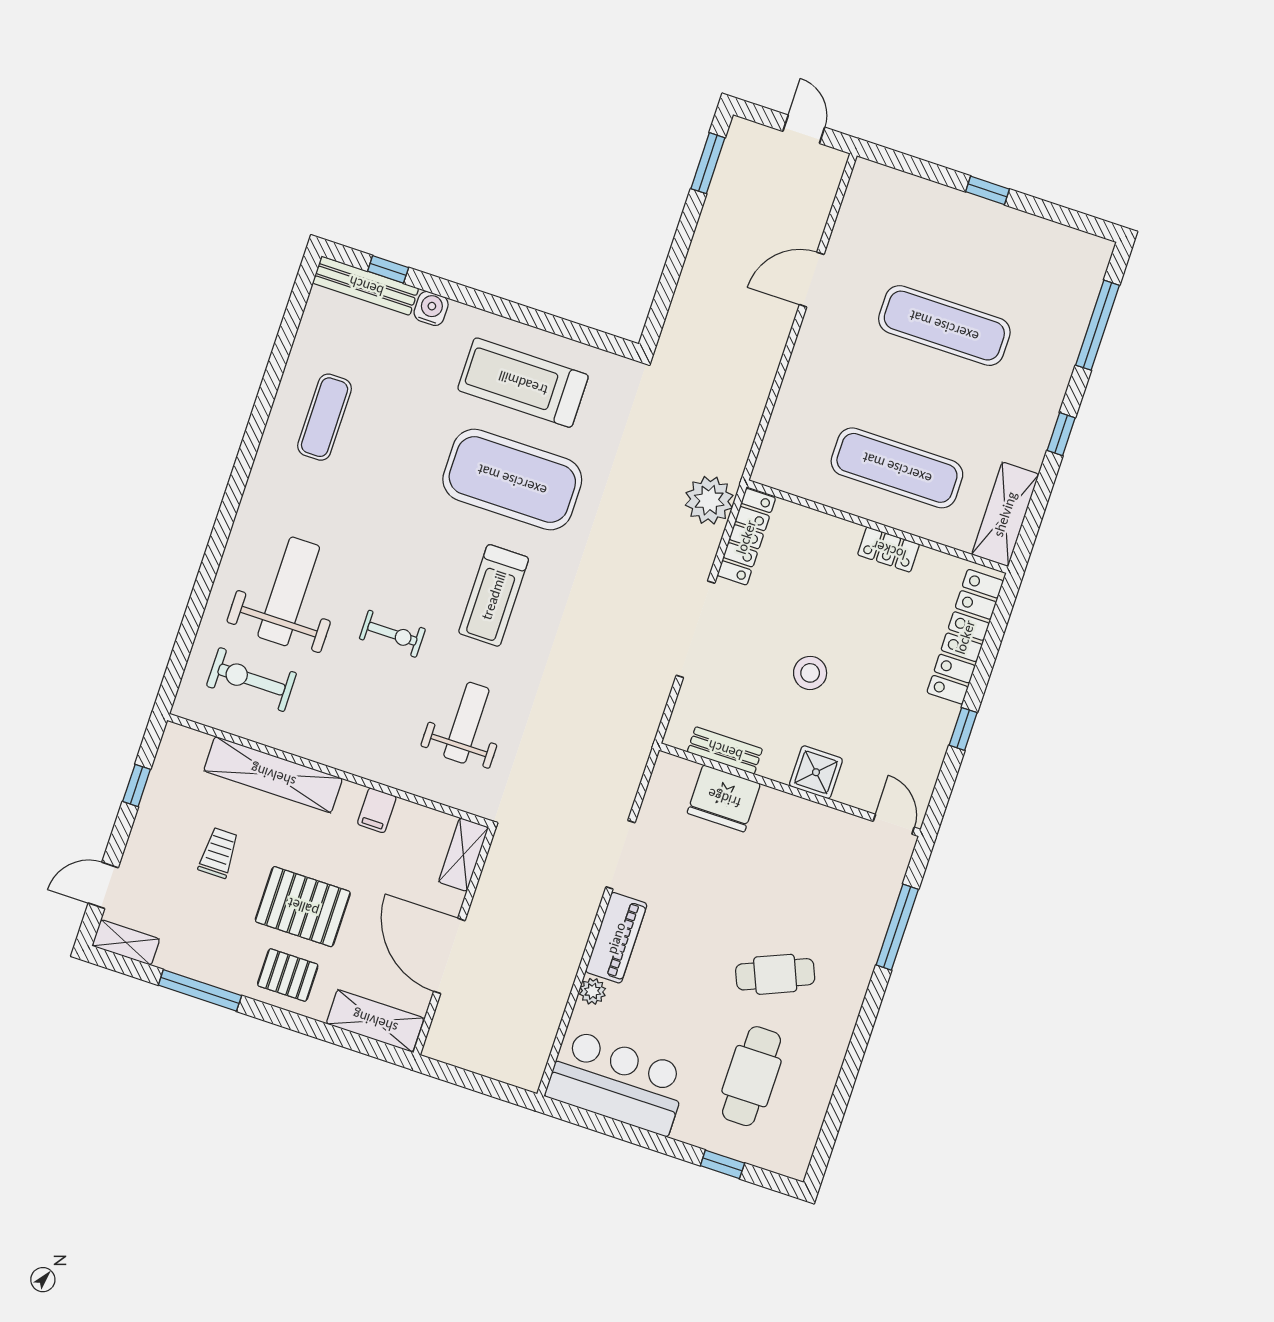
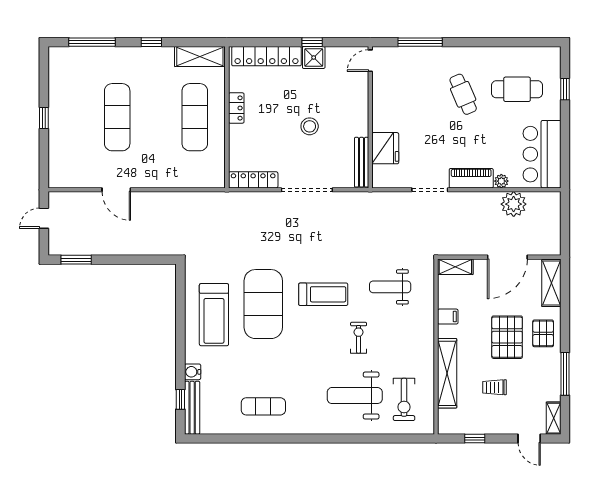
plant: (709, 500) -> (514, 204), moved
bench: (725, 750) -> (362, 162), width x1.36
shower: (816, 772) -> (314, 57), moved

